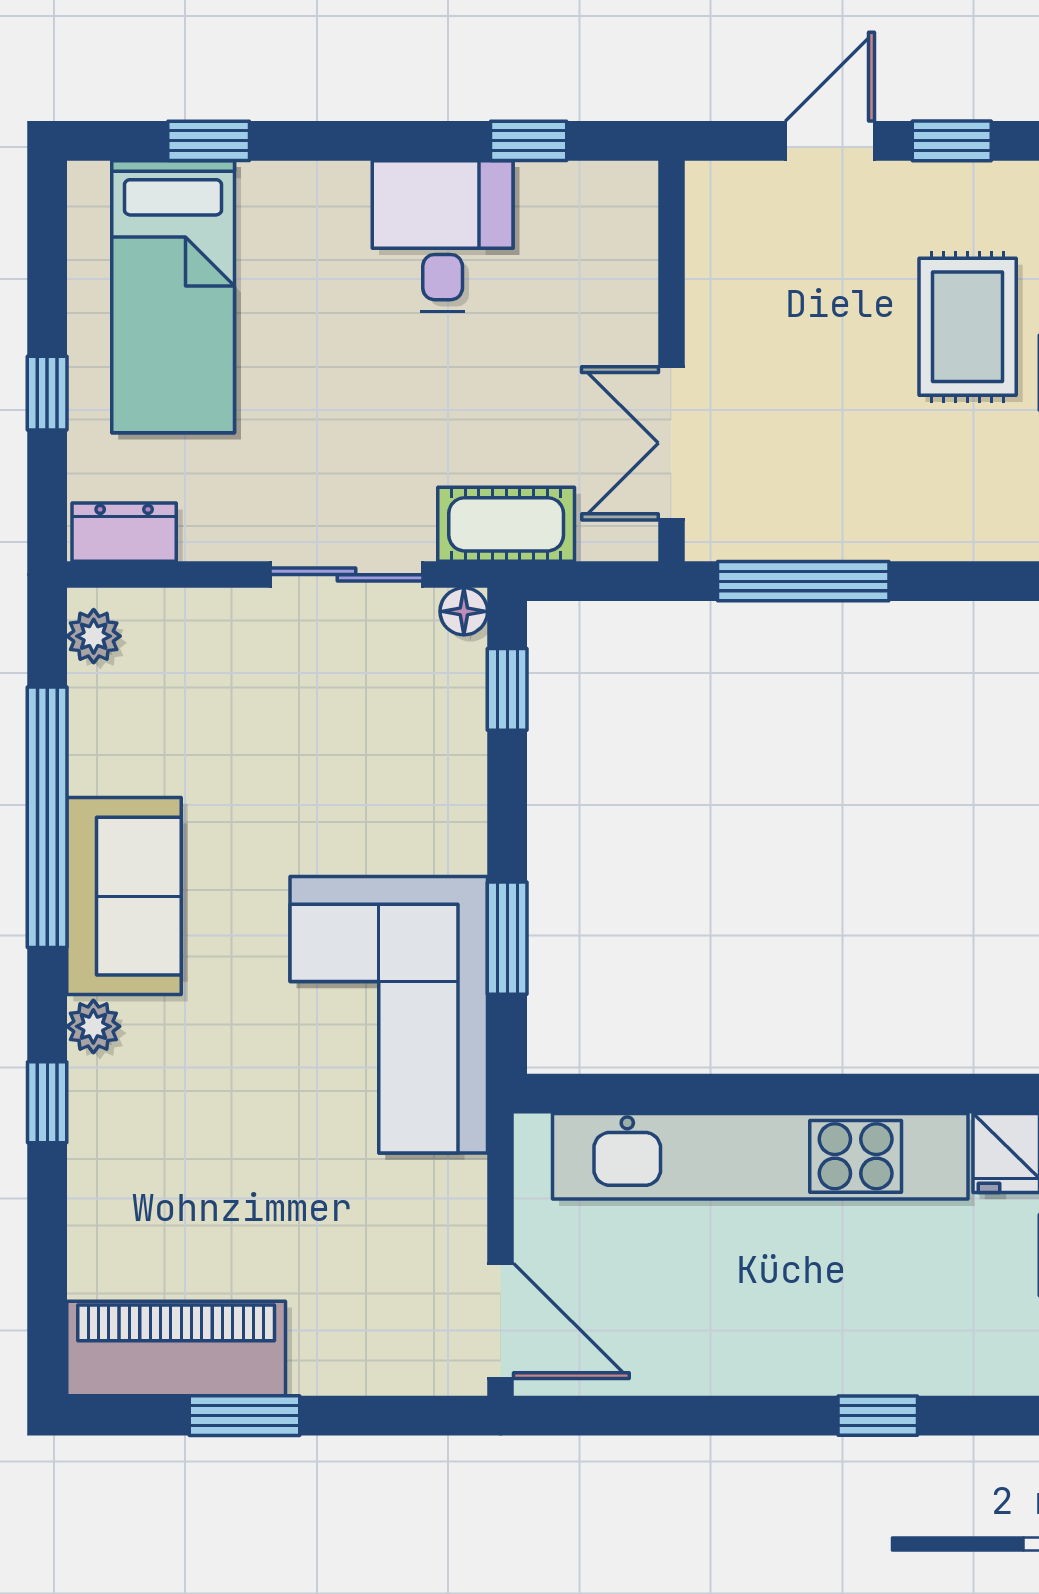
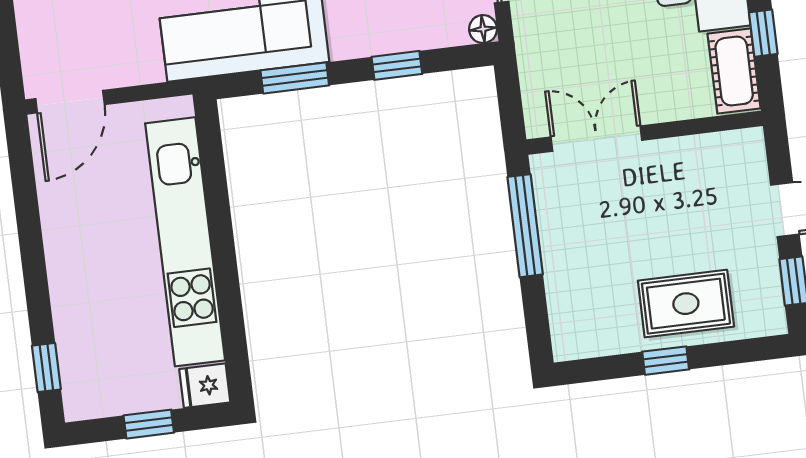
cot: (506, 524) -> (734, 71), moved
window: (507, 689) -> (397, 65), moved
window: (878, 1416) -> (46, 368), moved

